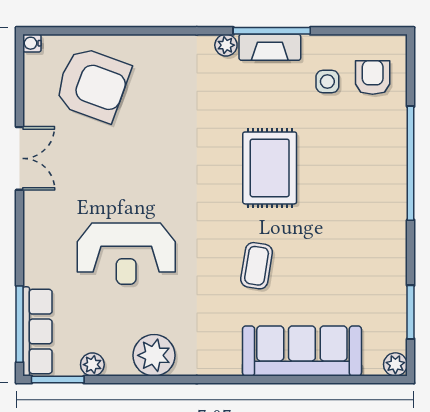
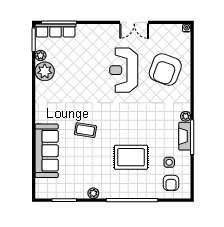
armchair: (373, 77) -> (171, 183), turned 90
armchair: (92, 84) -> (165, 70), moved
rug: (270, 168) -> (131, 157), moved
reception desk: (126, 254) -> (124, 70), moved
plant: (154, 355) -> (45, 71), moved
plant: (395, 364) -> (93, 193), moved

